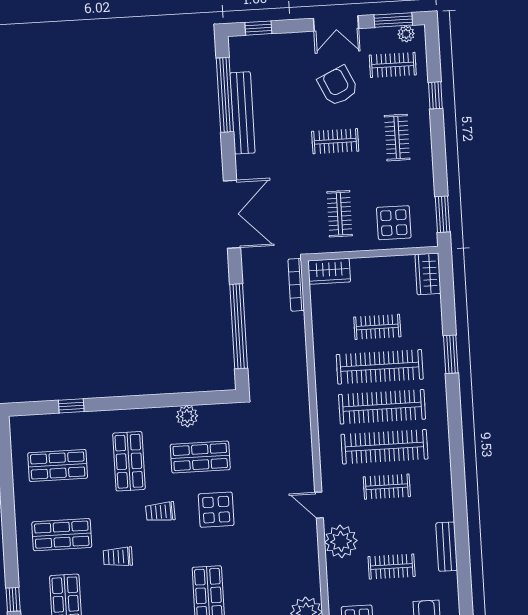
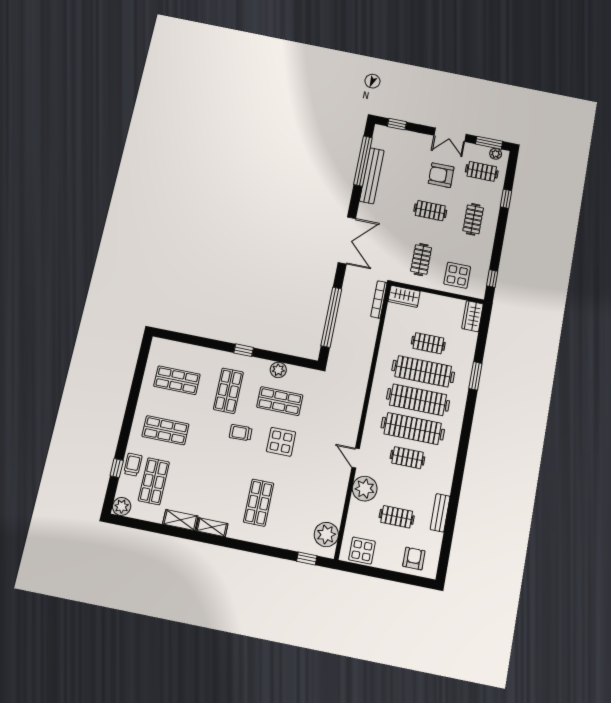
armchair: (338, 86) -> (441, 175), turned -65
window: (442, 214) -> (492, 278), width x0.67
window: (71, 406) -> (244, 350), moved
trolley: (118, 557) -> (133, 465), moved, turned 90

